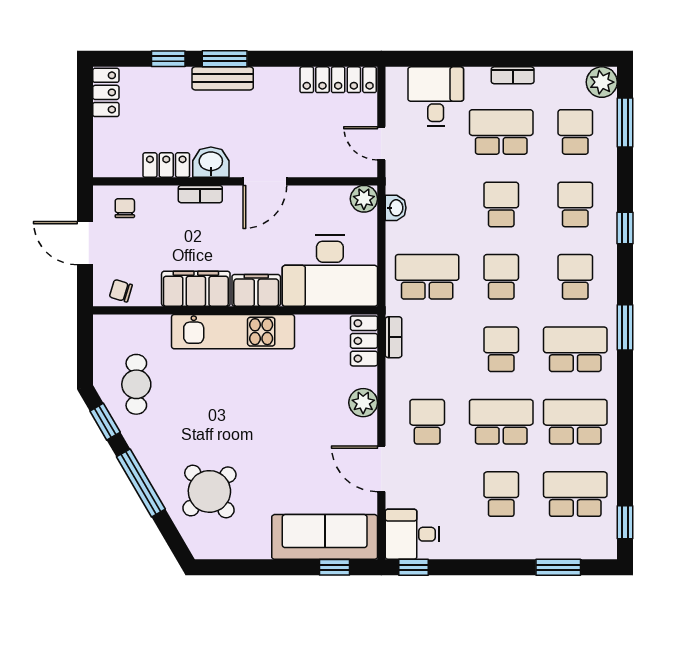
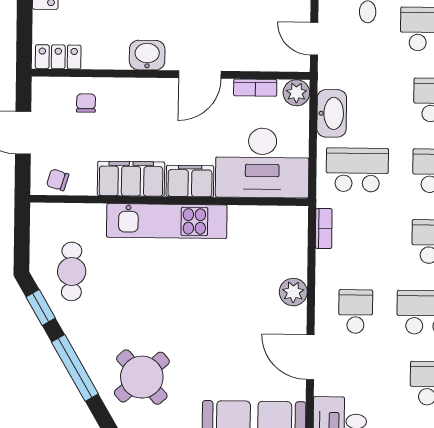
locker: (166, 165) -> (58, 57), moved
bookcase: (200, 194) -> (255, 88), moved
chair: (125, 208) -> (86, 103), moved
washbasin: (396, 208) -> (332, 113), width x1.91, depth x1.45
locker: (364, 341) -> (295, 232), removed

